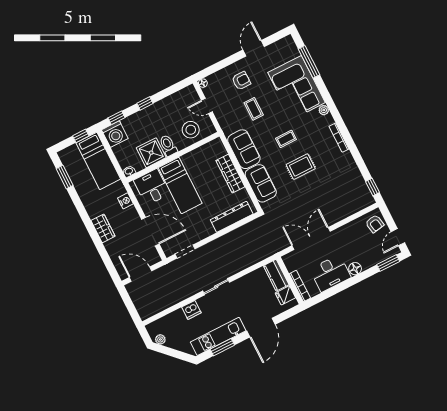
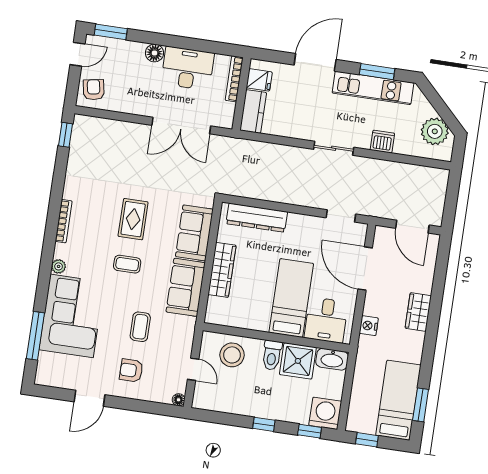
bed: (98, 161) -> (398, 400), moved
rug: (301, 167) -> (133, 219), turned 90
washbasin: (129, 171) -> (332, 359), width x1.91, depth x1.45
plant: (160, 339) -> (435, 131), width x1.87, depth x1.87

